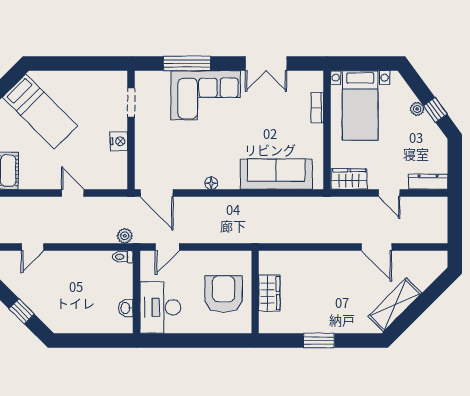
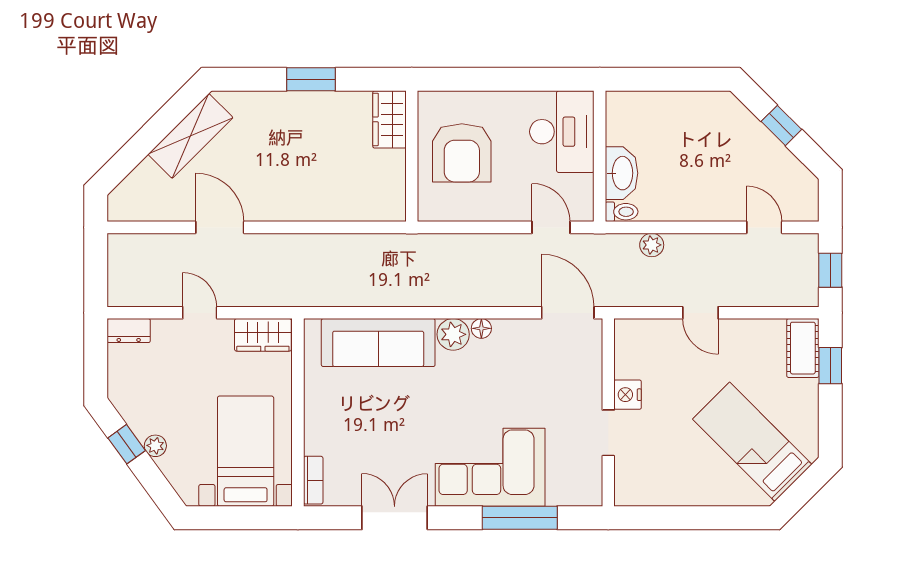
doorway: (131, 103) -> (608, 433), moved
bookcase: (317, 108) -> (313, 480), moved
plant: (229, 179) -> (453, 334), added
dresser: (428, 182) -> (129, 331), width x0.70
plant: (125, 236) -> (652, 245), moved
door: (32, 247) -> (764, 227), hinge flipped
door: (167, 247) -> (551, 227), hinge flipped
wardrobe: (269, 293) -> (389, 119), moved
washbasin: (126, 308) -> (622, 173), moved, width x1.91, depth x1.45

